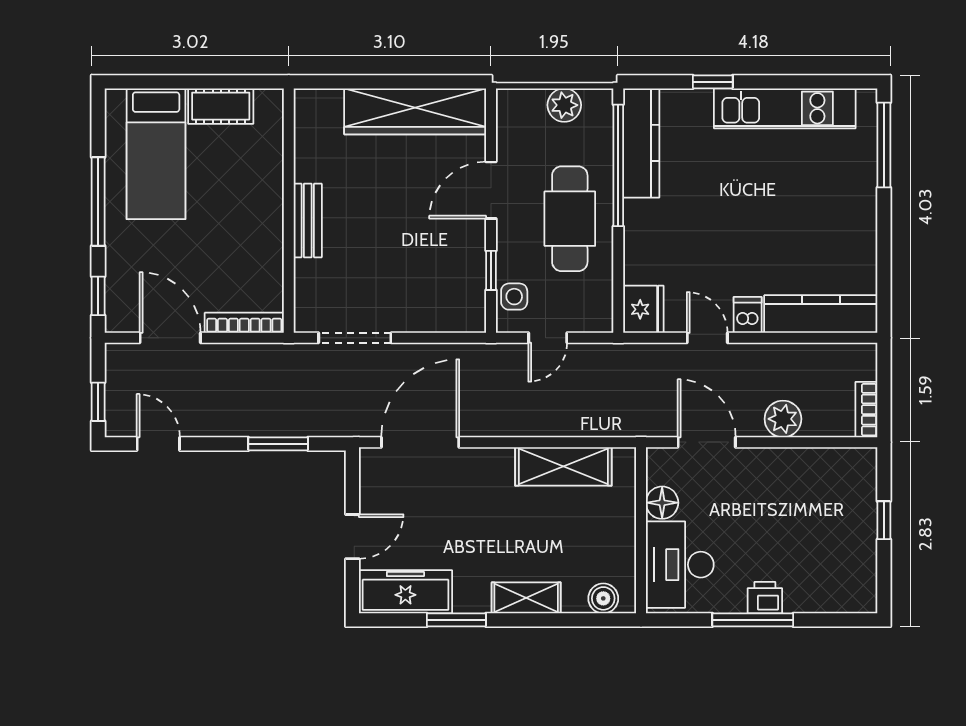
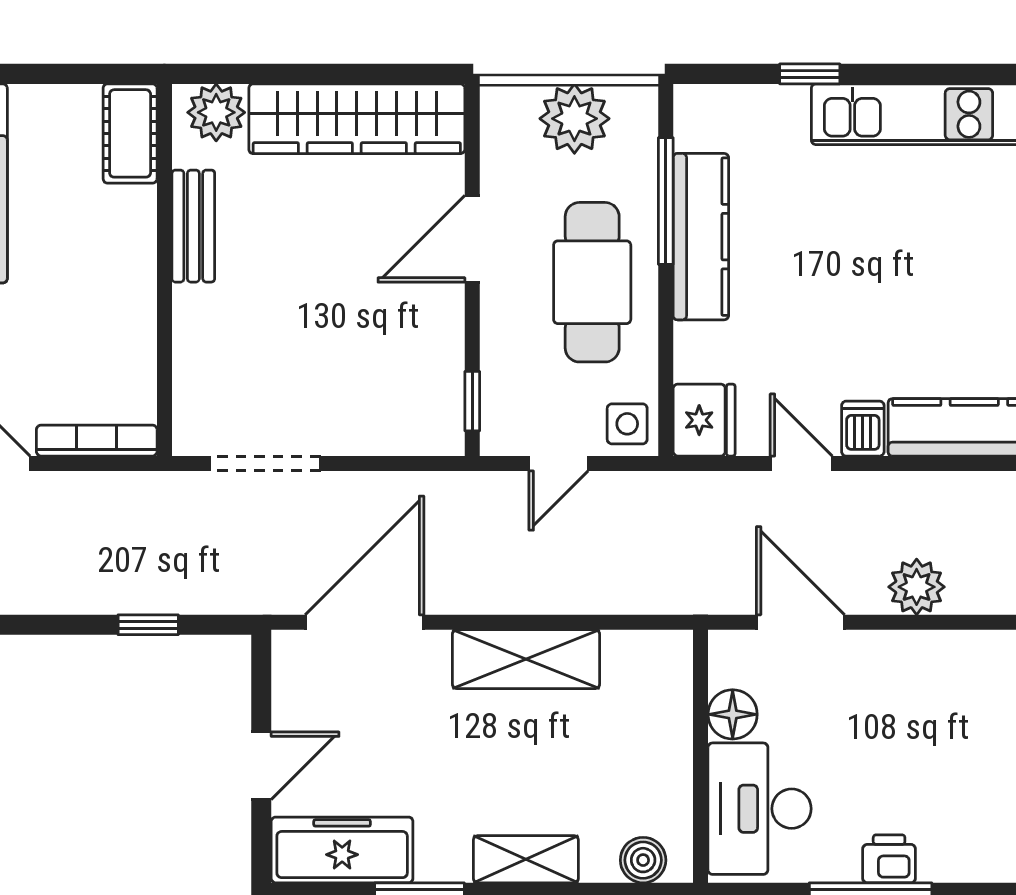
plant: (564, 105) -> (574, 119), width x1.36, depth x1.36
cot: (221, 106) -> (130, 133), moved, turned 90
plant: (323, 107) -> (216, 112), added
kitchen counter: (641, 143) -> (701, 237), moved
window: (618, 165) -> (666, 201), width x0.68
bench: (308, 220) -> (193, 226), moved
window: (491, 270) -> (472, 401), moved
side table: (514, 297) -> (627, 424), moved
window: (278, 444) -> (148, 625), width x0.67
shelving: (563, 466) -> (526, 659), moved

